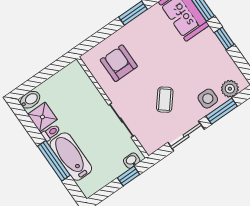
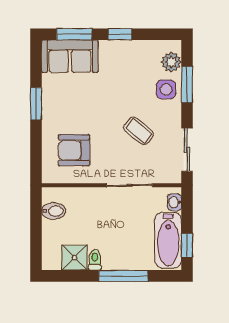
bidet: (30, 100) -> (54, 211), moved, turned 90
sliding door: (186, 136) -> (187, 150), moved
bathtub: (71, 157) -> (168, 240), moved, turned -90
window: (129, 176) -> (187, 245), moved

